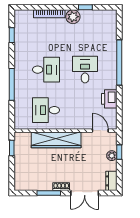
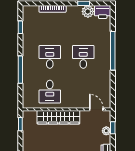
plant: (73, 17) -> (88, 11), moved
desk: (46, 70) -> (50, 57), turned -90
printer: (109, 99) -> (103, 12), moved, turned -90
desk: (46, 110) -> (50, 92), turned -90

